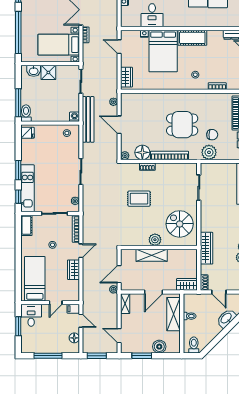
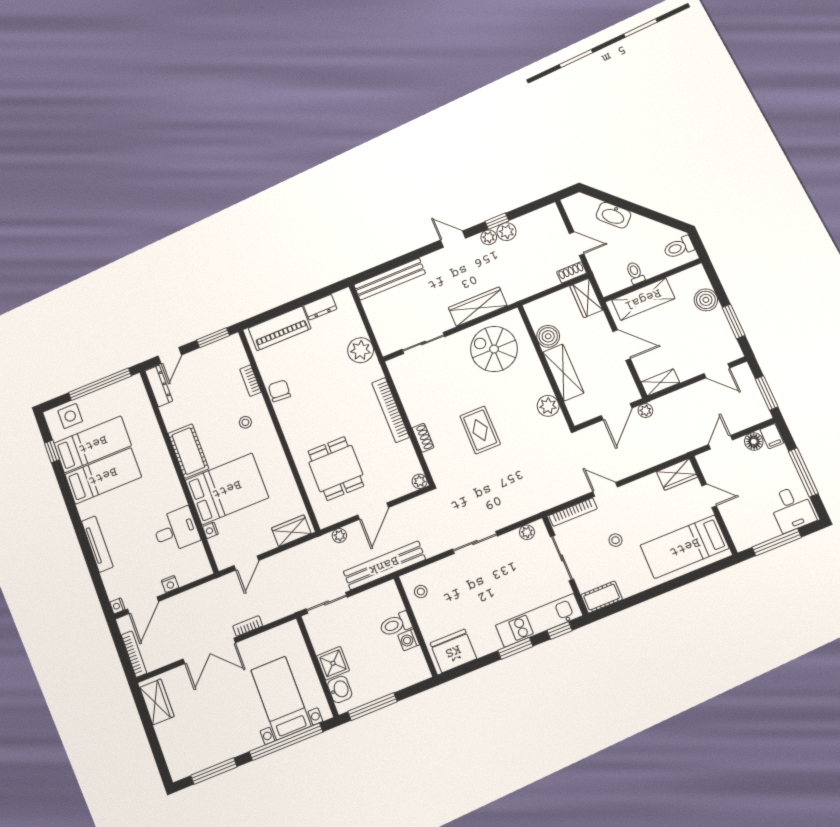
bed with nightstands: (59, 45) -> (281, 698), moved, turned 180
window: (18, 103) -> (373, 707), moved
toilet: (26, 113) -> (396, 624), moved
washing machine: (74, 117) -> (409, 640), moved
dining table: (182, 125) -> (336, 469), moved
fridge: (27, 133) -> (453, 651), width x1.88, depth x1.34
chair: (212, 135) -> (279, 391), moved
floor lamp: (142, 152) -> (403, 455), removed
spiral stairs: (180, 224) -> (494, 349), turned 90
plant: (155, 240) -> (548, 406), moved
wardrobe: (207, 248) -> (478, 307), moved
boiler: (174, 256) -> (548, 336), added
wardrobe: (73, 270) -> (677, 474), moved
door: (119, 274) -> (617, 412), hinge flipped
door: (219, 292) -> (577, 244), hinge flipped
filing cabinet: (73, 309) -> (772, 436), moved
desk: (31, 315) -> (792, 509), moved, turned -90
window: (18, 326) -> (777, 542), width x1.44
door: (119, 336) -> (717, 371), hinge flipped

